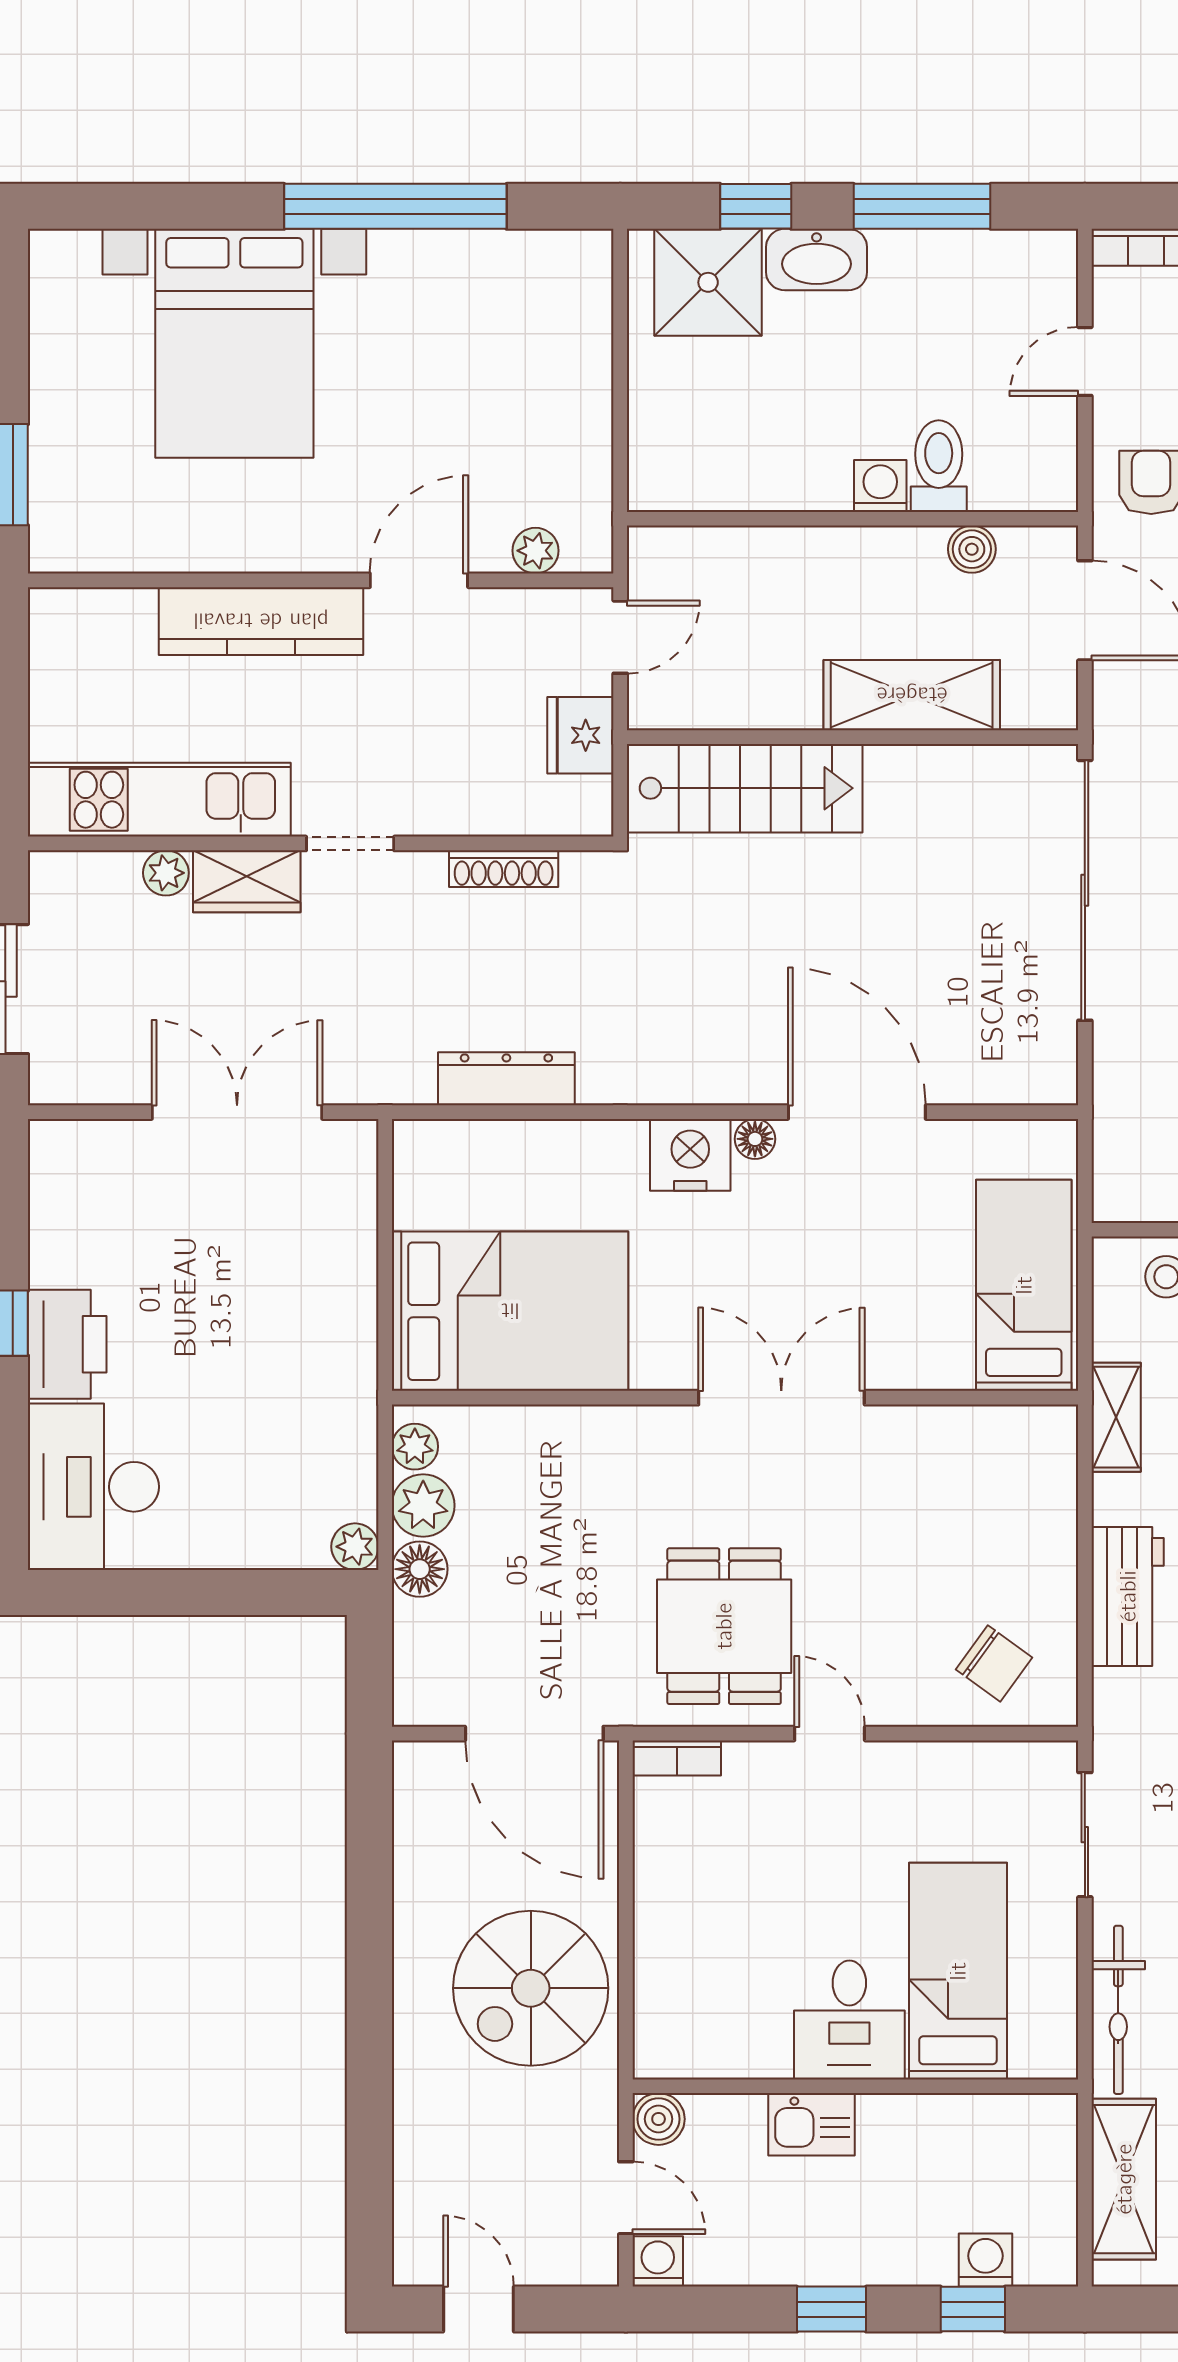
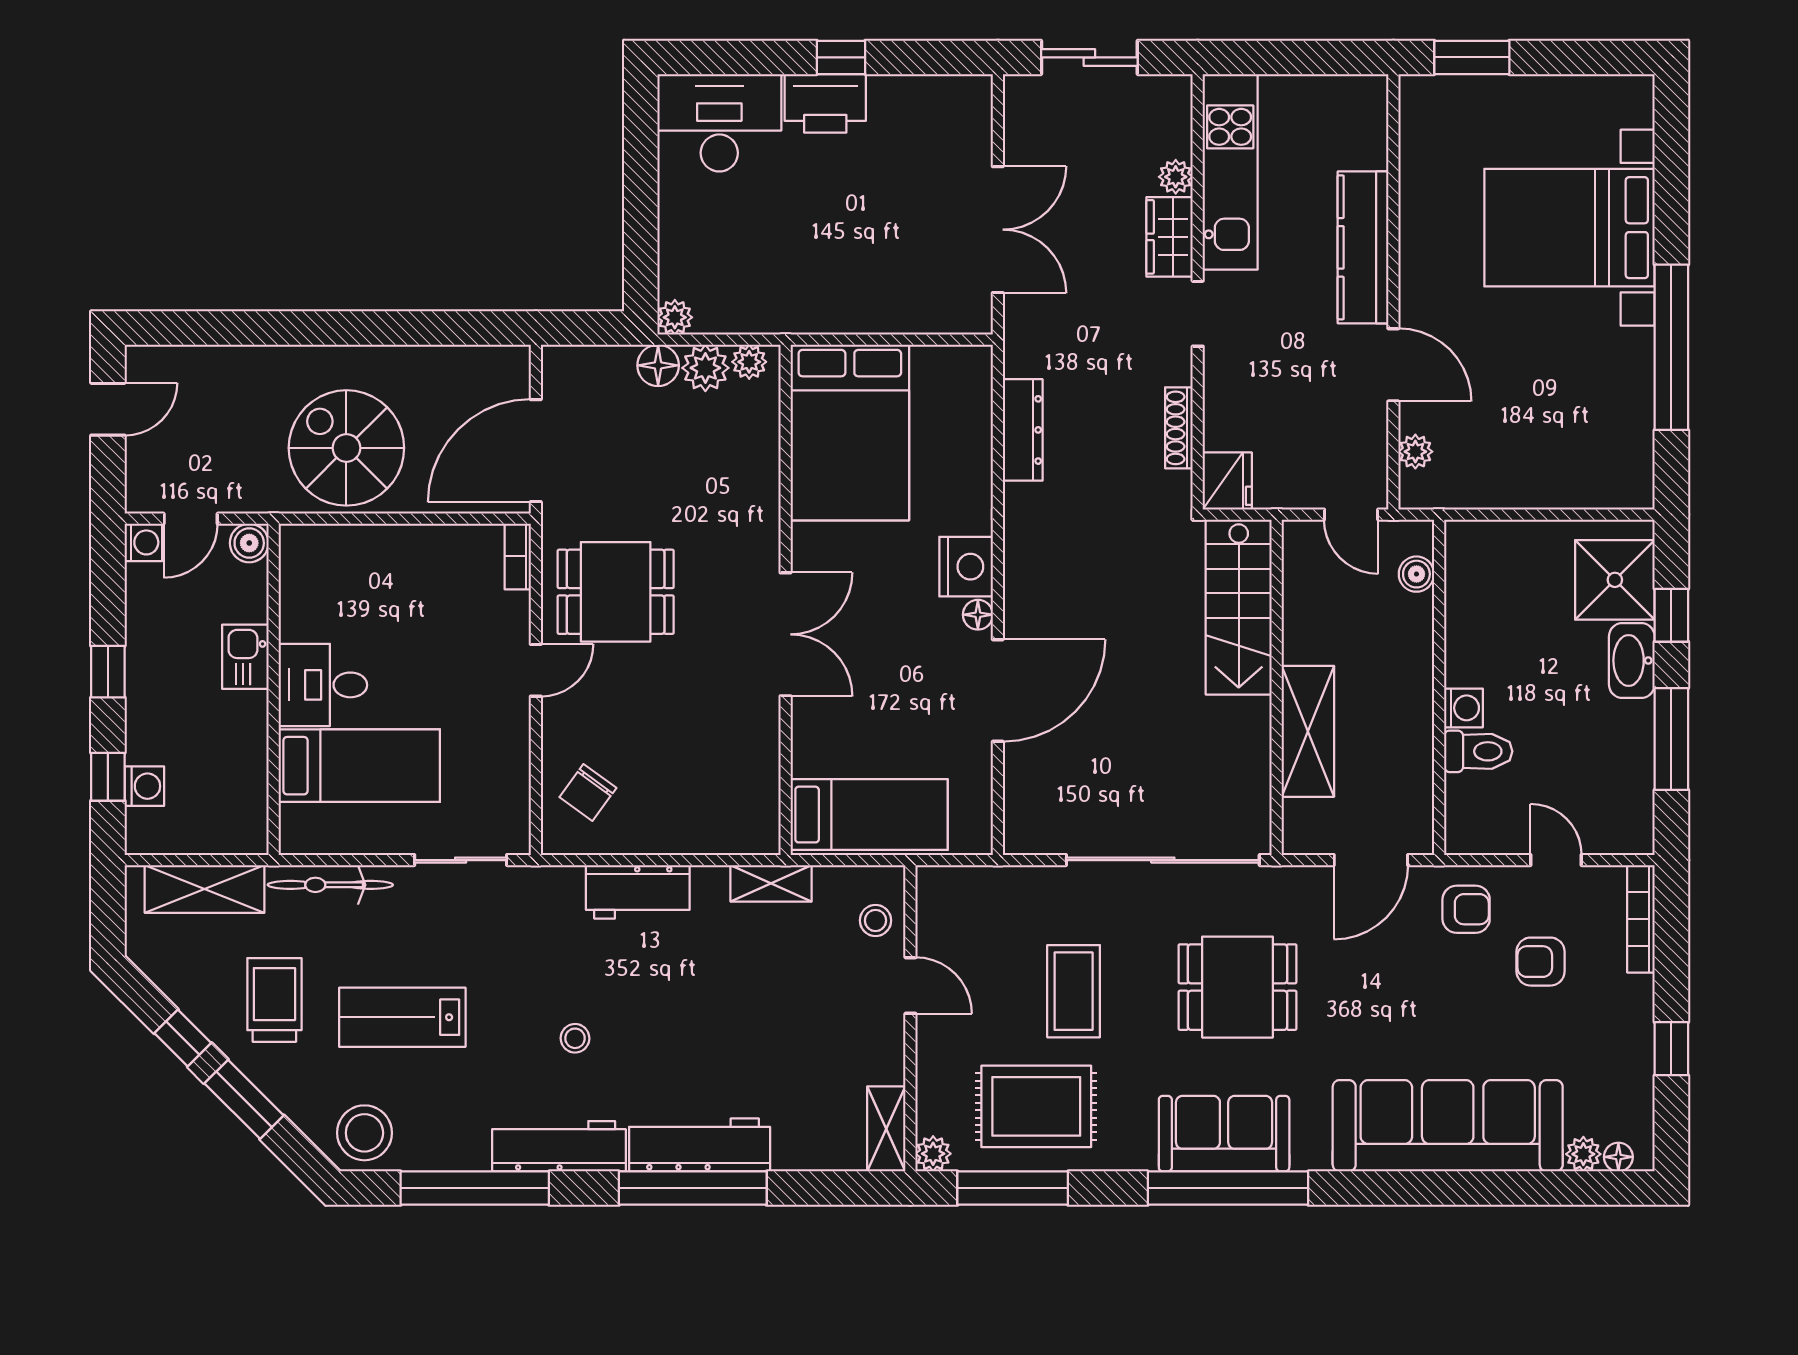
boiler: (972, 549) -> (1416, 574), moved
fridge: (580, 735) -> (1227, 481), moved, turned 90

